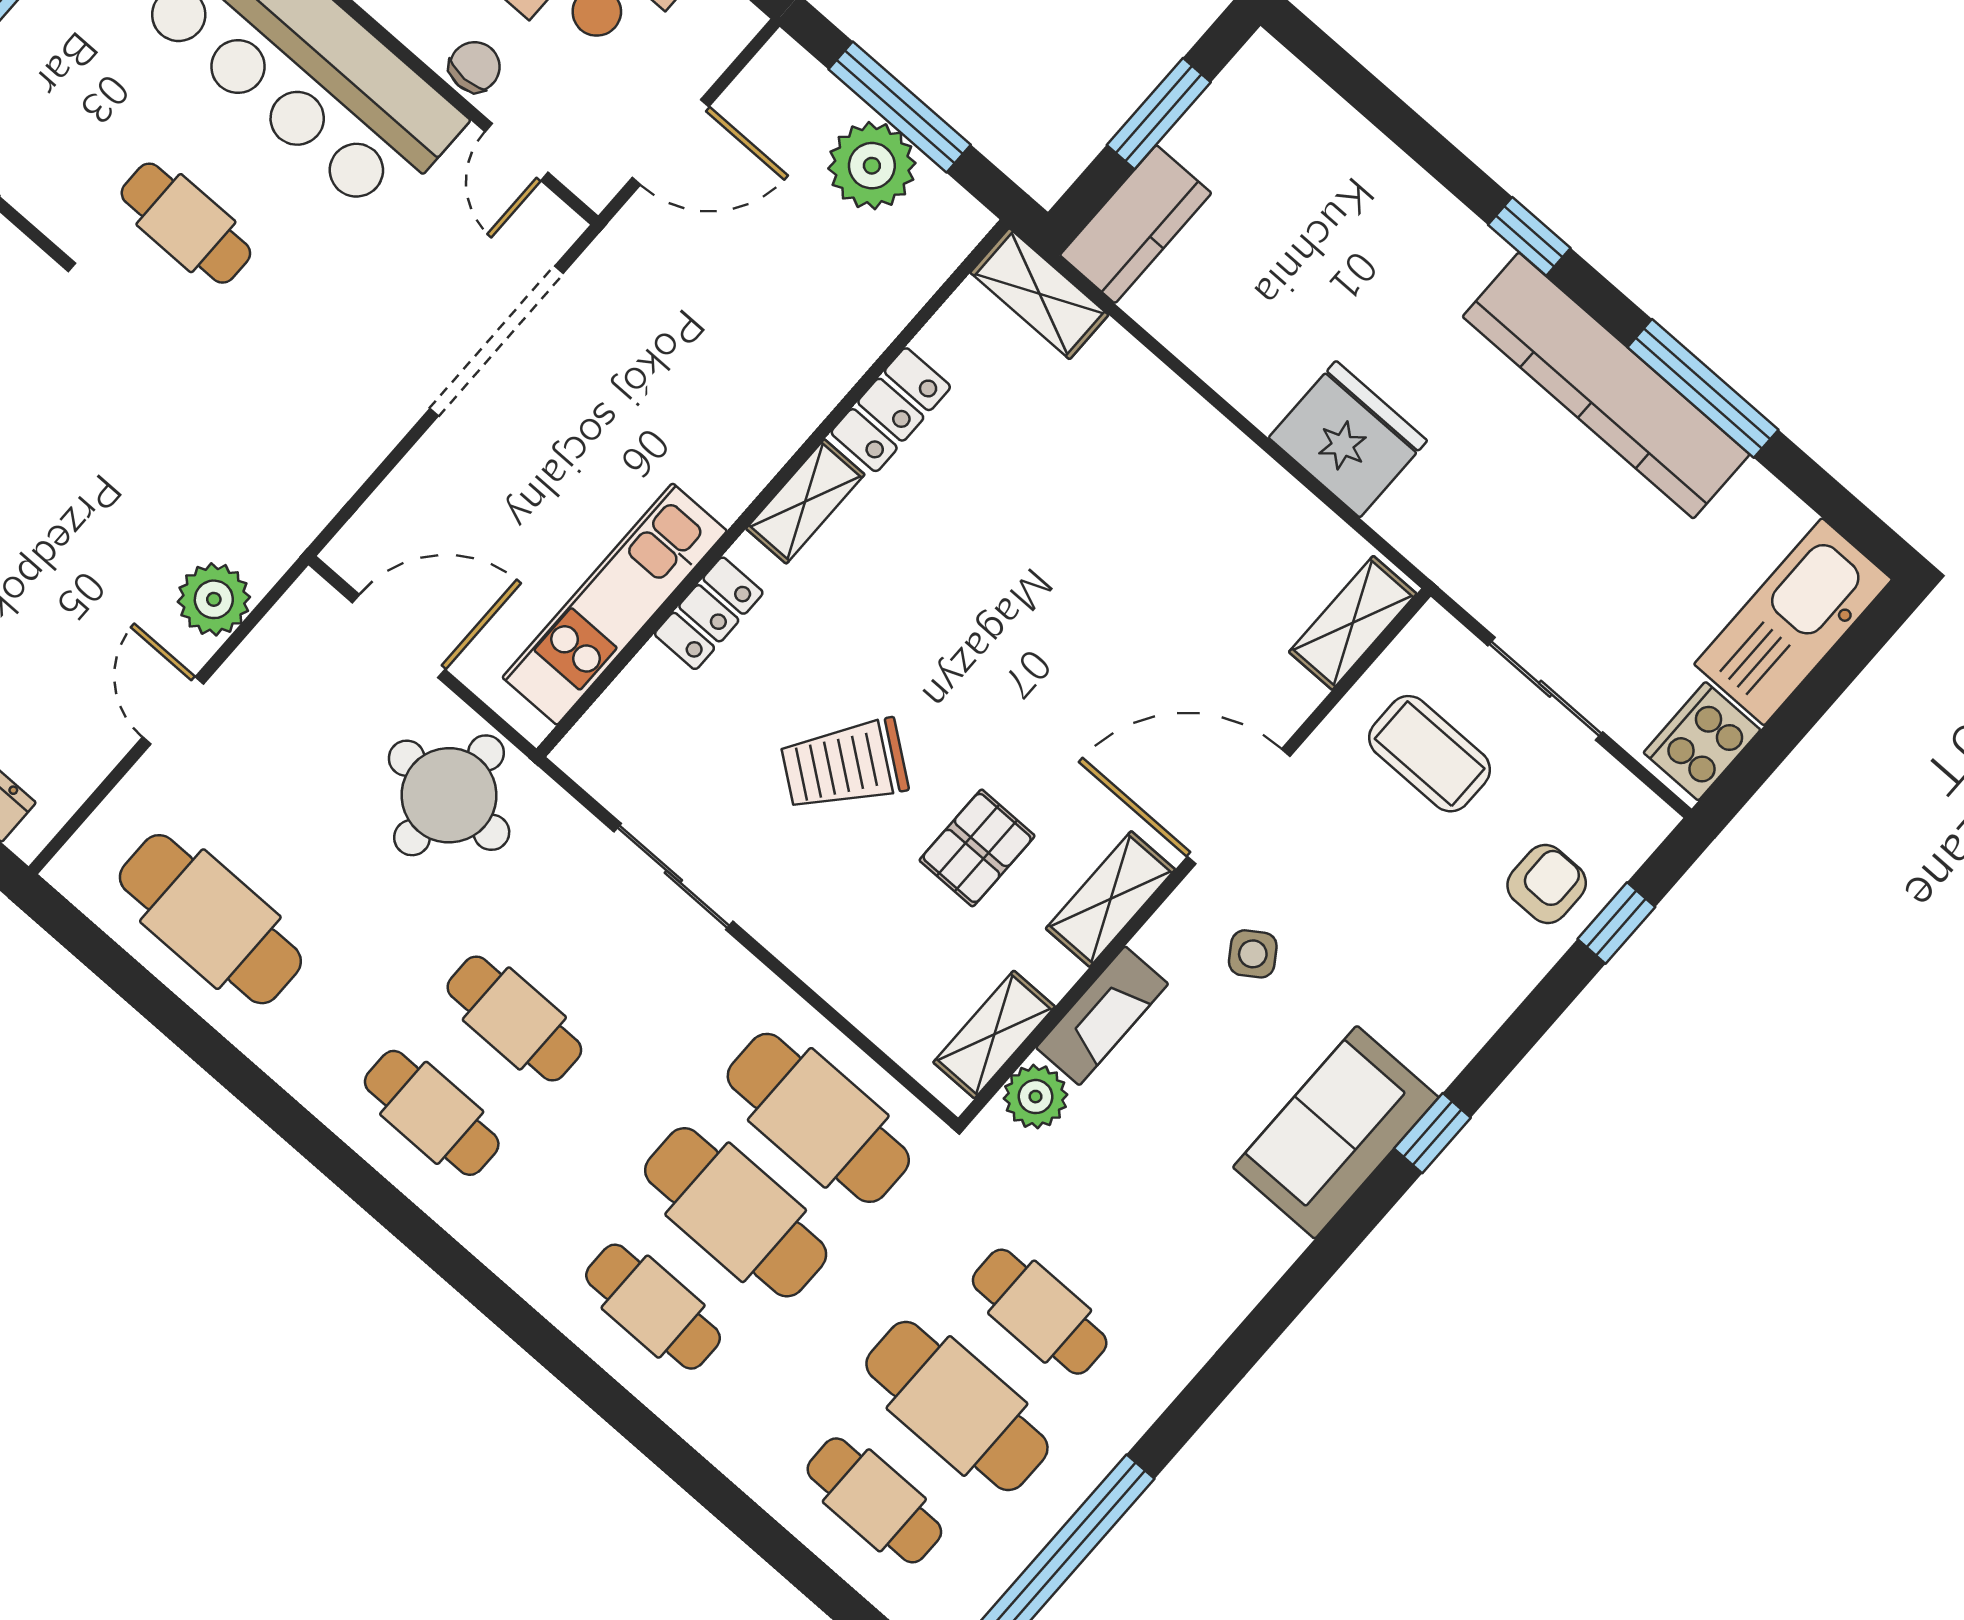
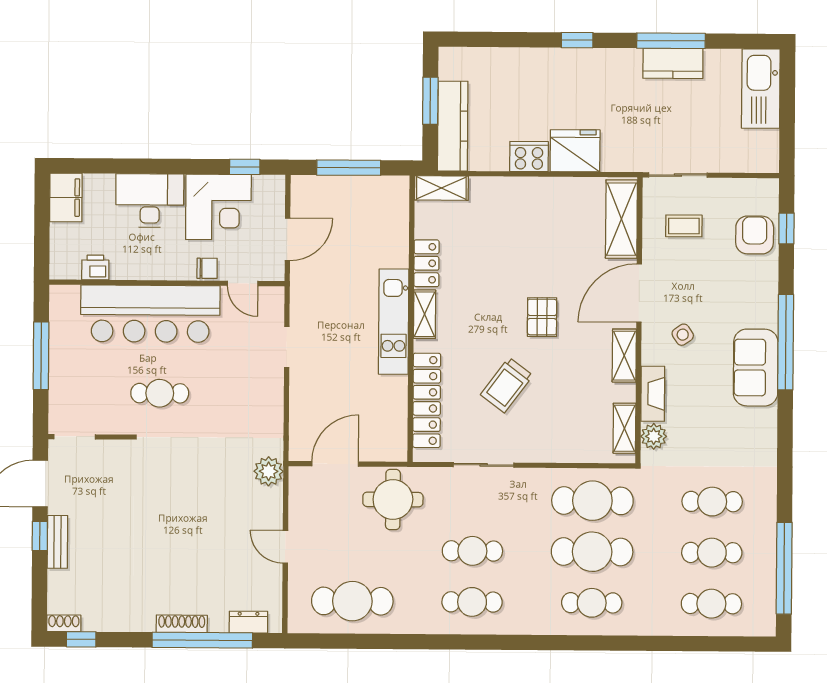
chair: (475, 67) -> (207, 268), turned 90
plant: (872, 166) -> (356, 193), removed
kitchen counter: (1136, 224) -> (453, 126), width x1.50
doorway: (496, 341) -> (287, 347), width x0.53
kitchen counter: (1606, 386) -> (673, 63), width x0.48, depth x0.86
plant: (214, 599) -> (269, 471), moved
kitchen unit: (615, 604) -> (394, 322), moved
locker: (709, 613) -> (427, 400), width x2.16, depth x1.21
shelving: (1353, 623) -> (621, 219), width x1.50, depth x1.33
sliding door: (1545, 689) -> (678, 175), moved
cooker: (1702, 741) -> (529, 157), moved, turned 90
coffee table: (1430, 754) -> (684, 226), width x0.73, depth x0.77
pallet: (977, 848) -> (542, 317), moved
armchair: (1547, 884) -> (755, 235), width x1.38, depth x1.38
window: (1432, 1133) -> (786, 342), width x3.17
cafe table: (957, 1406) -> (712, 553), width x0.73, depth x0.74

